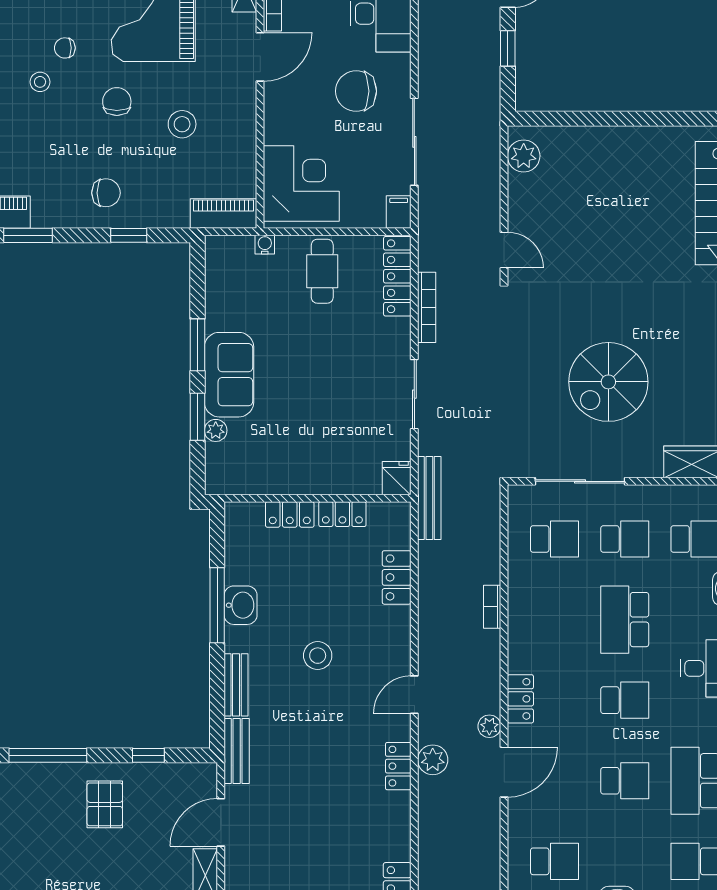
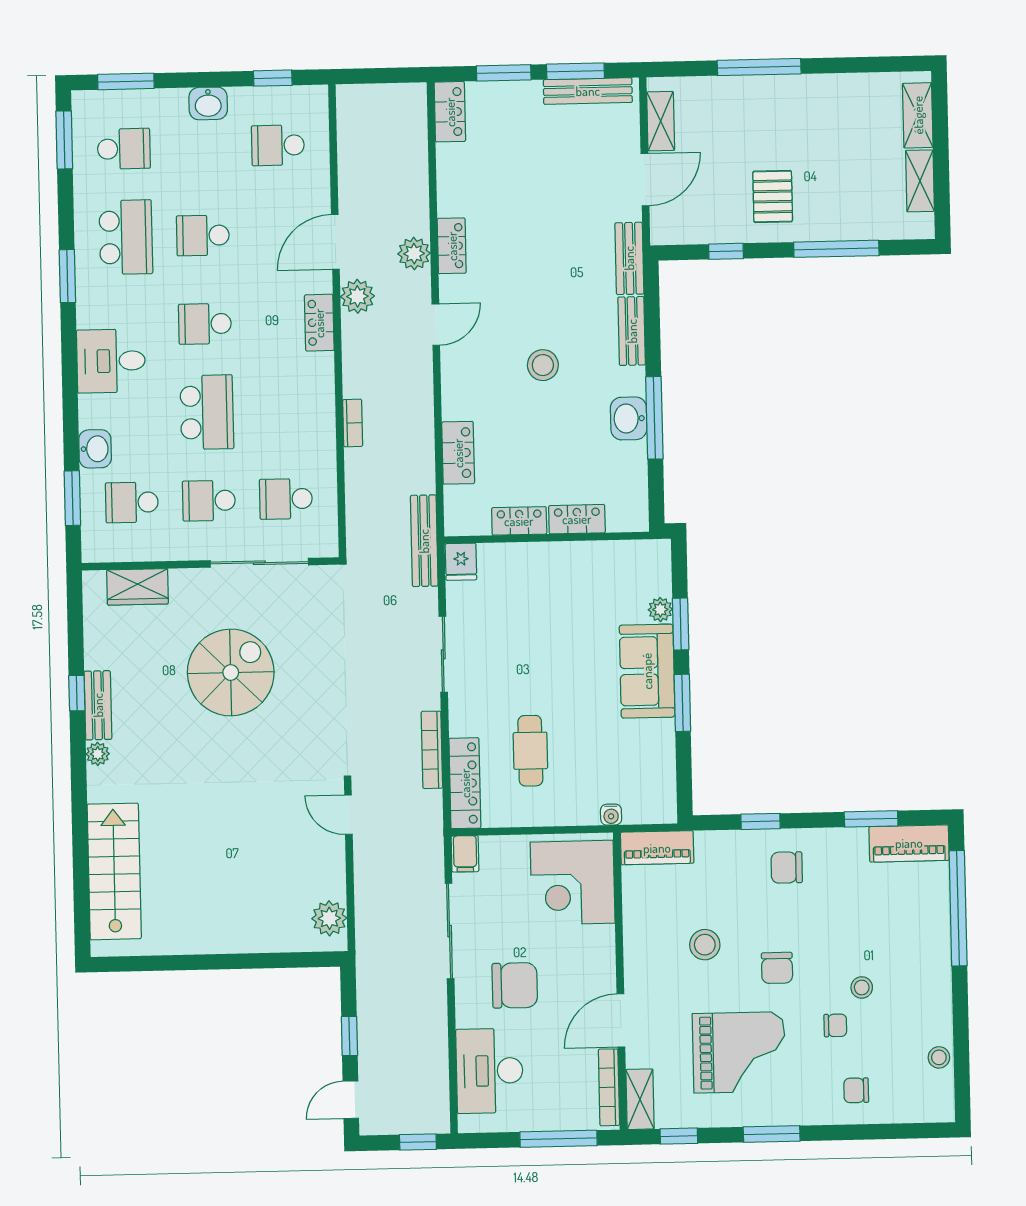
cafe table: (322, 271) -> (530, 751), moved
plant: (489, 726) -> (357, 296), width x1.38, depth x1.38

